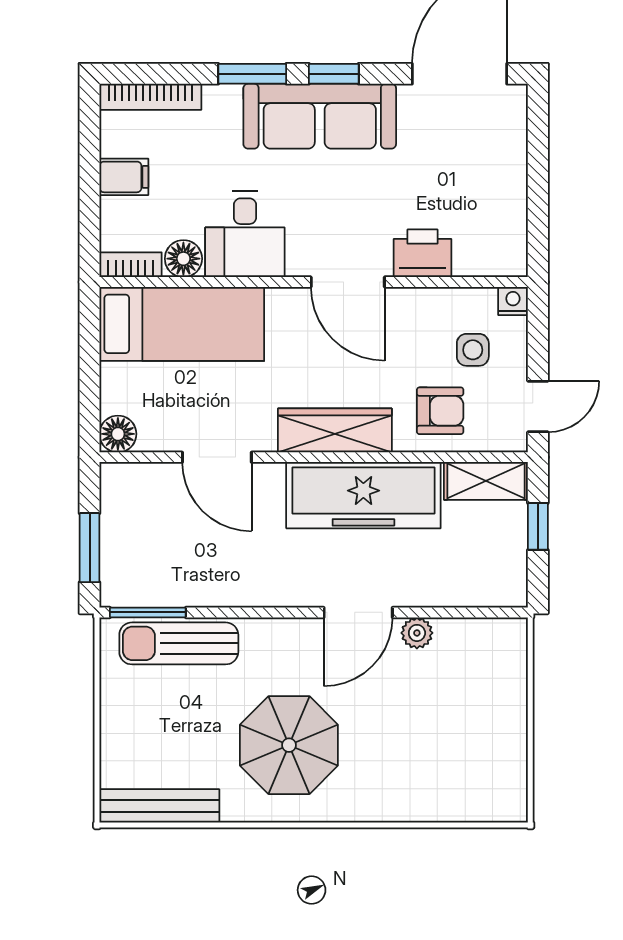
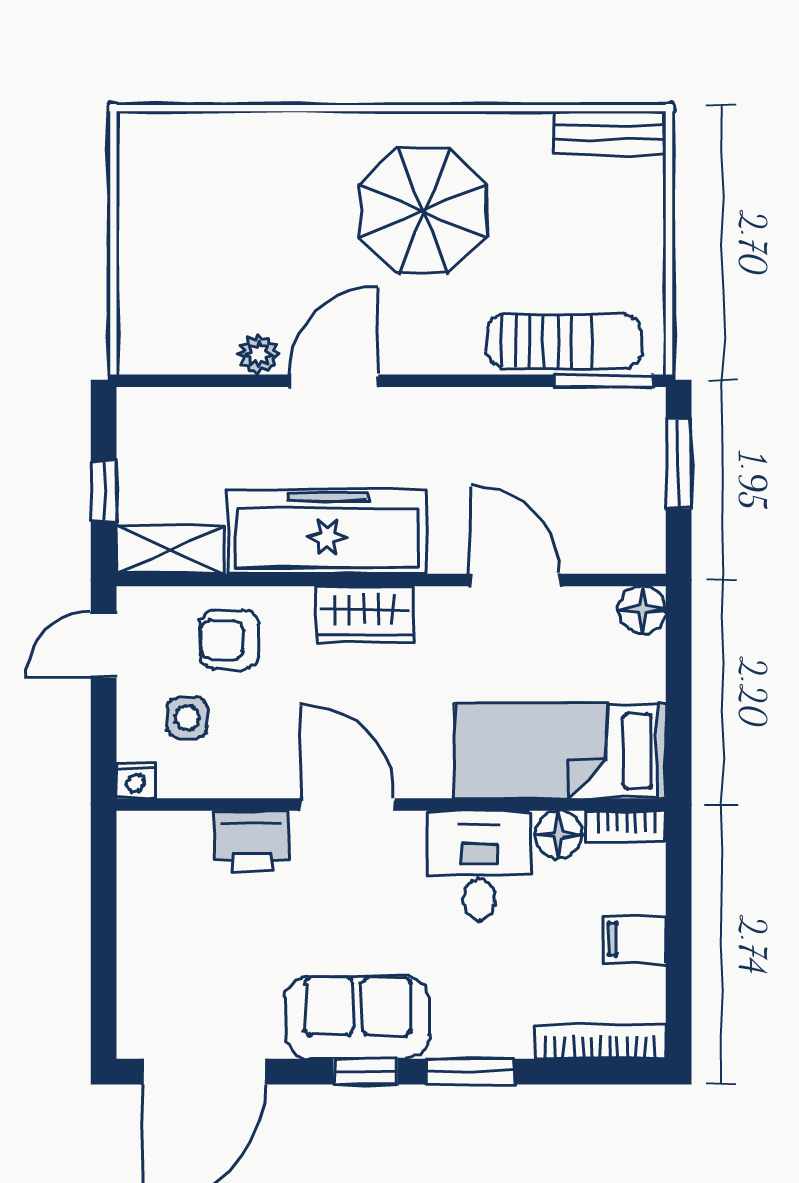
sofa: (320, 116) -> (358, 1017), width x0.73
wardrobe: (335, 430) -> (364, 614), width x0.67
bench: (159, 806) -> (610, 133), width x0.73

